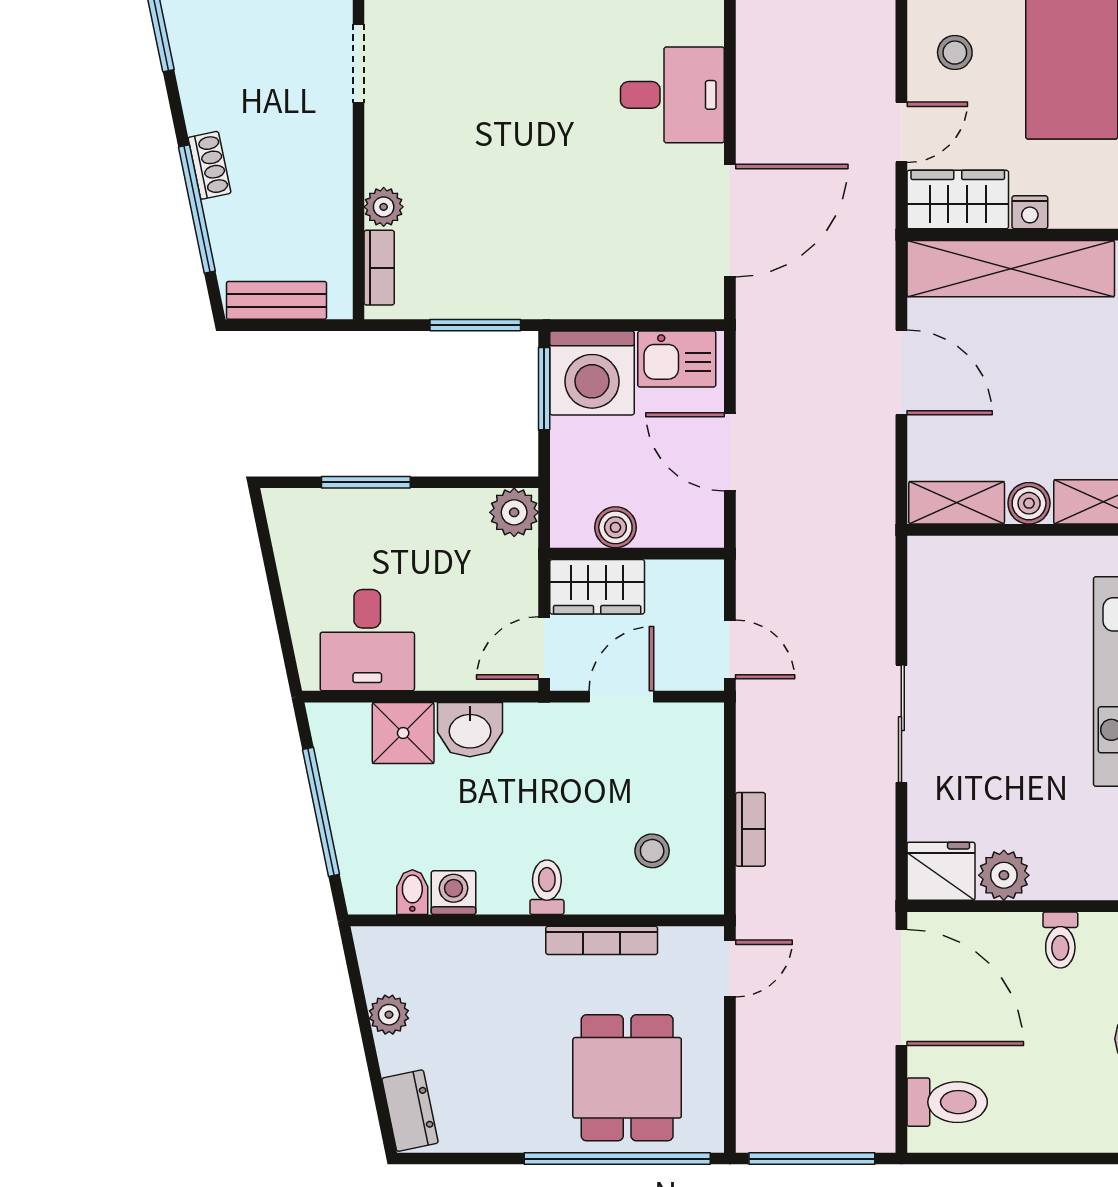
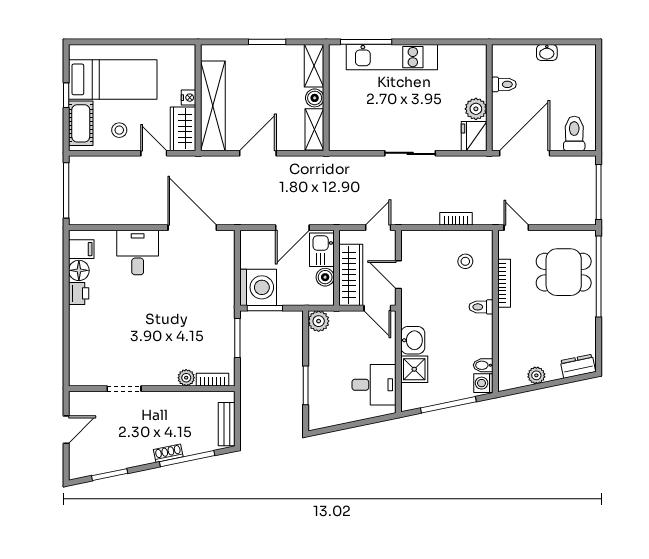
kitchen sink: (677, 359) -> (322, 250), moved, turned 180
wardrobe: (597, 587) -> (351, 275), width x1.50
washing machine: (454, 893) -> (483, 383), moved

